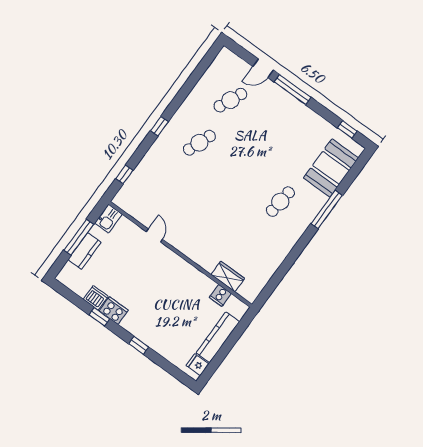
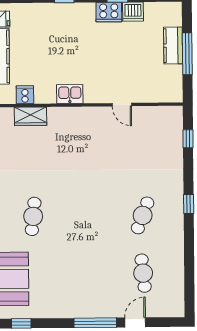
cafe table: (230, 100) -> (143, 273), turned -30
kitchen sink: (108, 219) -> (70, 94), moved, turned 90

